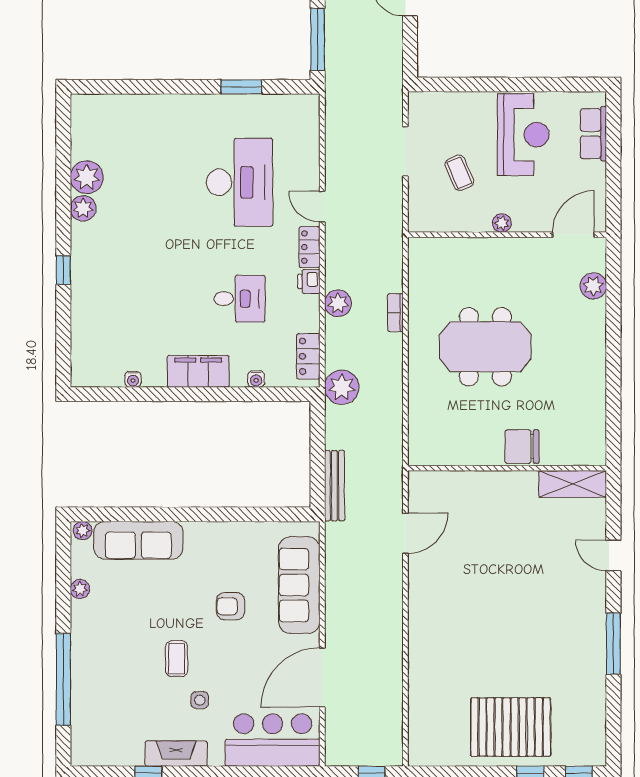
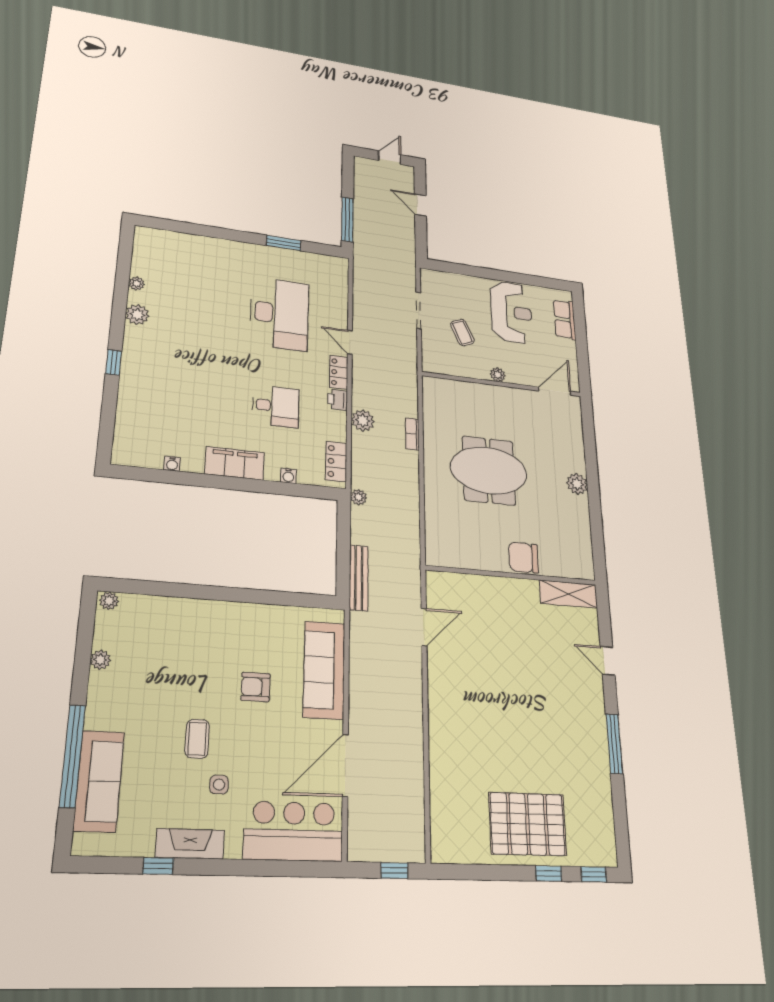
plant: (87, 177) -> (137, 284), width x0.53, depth x0.53
plant: (593, 286) -> (577, 484), moved
plant: (342, 387) -> (359, 497), width x0.53, depth x0.53
sofa: (138, 540) -> (99, 781), moved, turned -90

